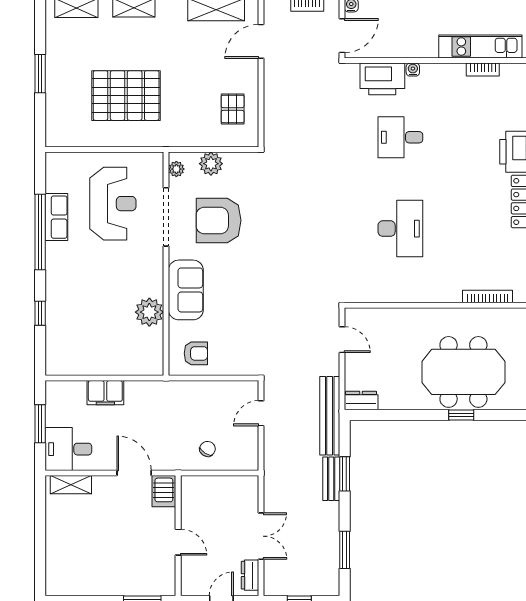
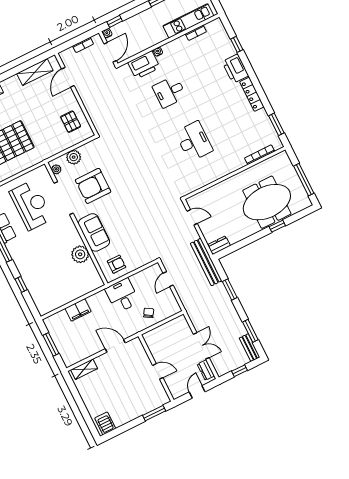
desk: (68, 449) -> (122, 295), moved, turned 90
bench: (331, 479) -> (250, 348), moved
server rack: (164, 491) -> (105, 423), moved, turned 180

